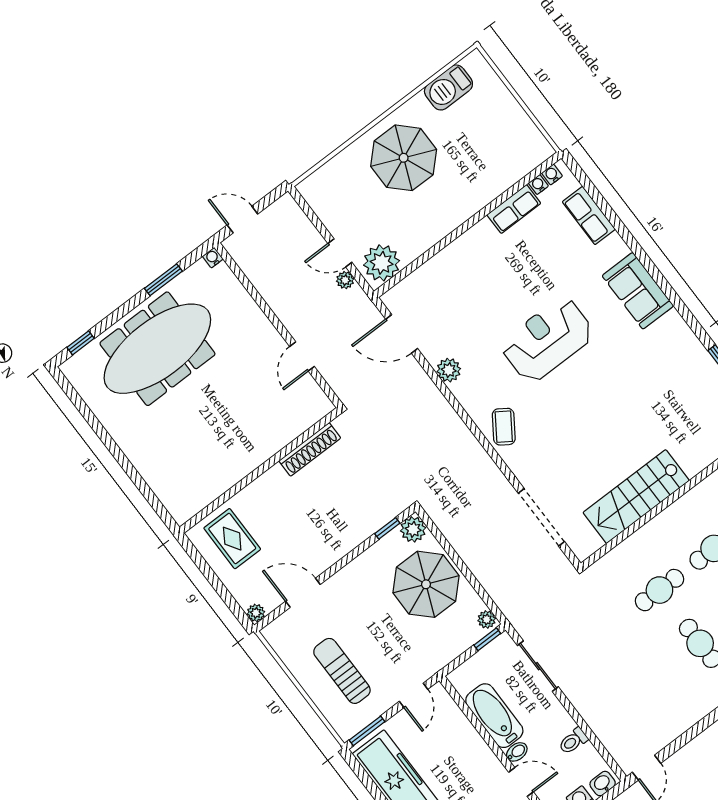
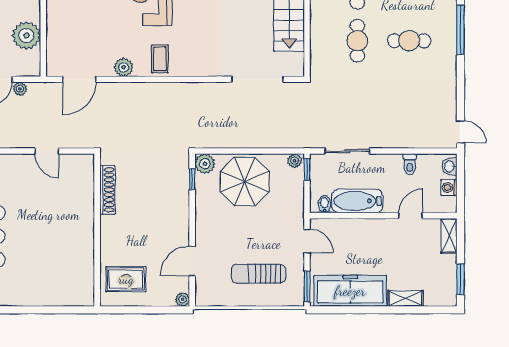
plant: (382, 263) -> (26, 35), moved
coffee table: (504, 427) -> (160, 59), moved, turned 56
bidet: (517, 752) -> (324, 204), moved

